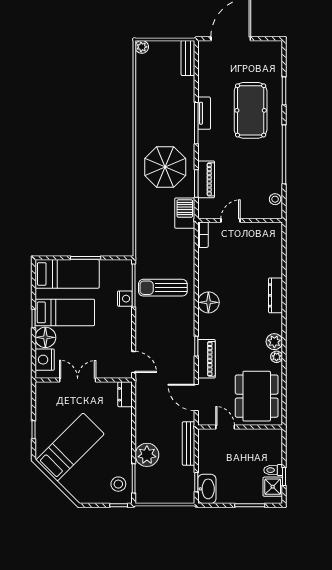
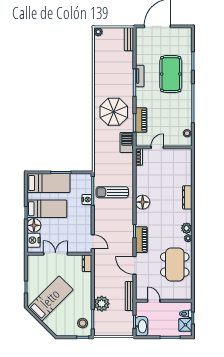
door: (225, 427) -> (154, 301), moved
wall: (240, 427) -> (164, 301), moved

